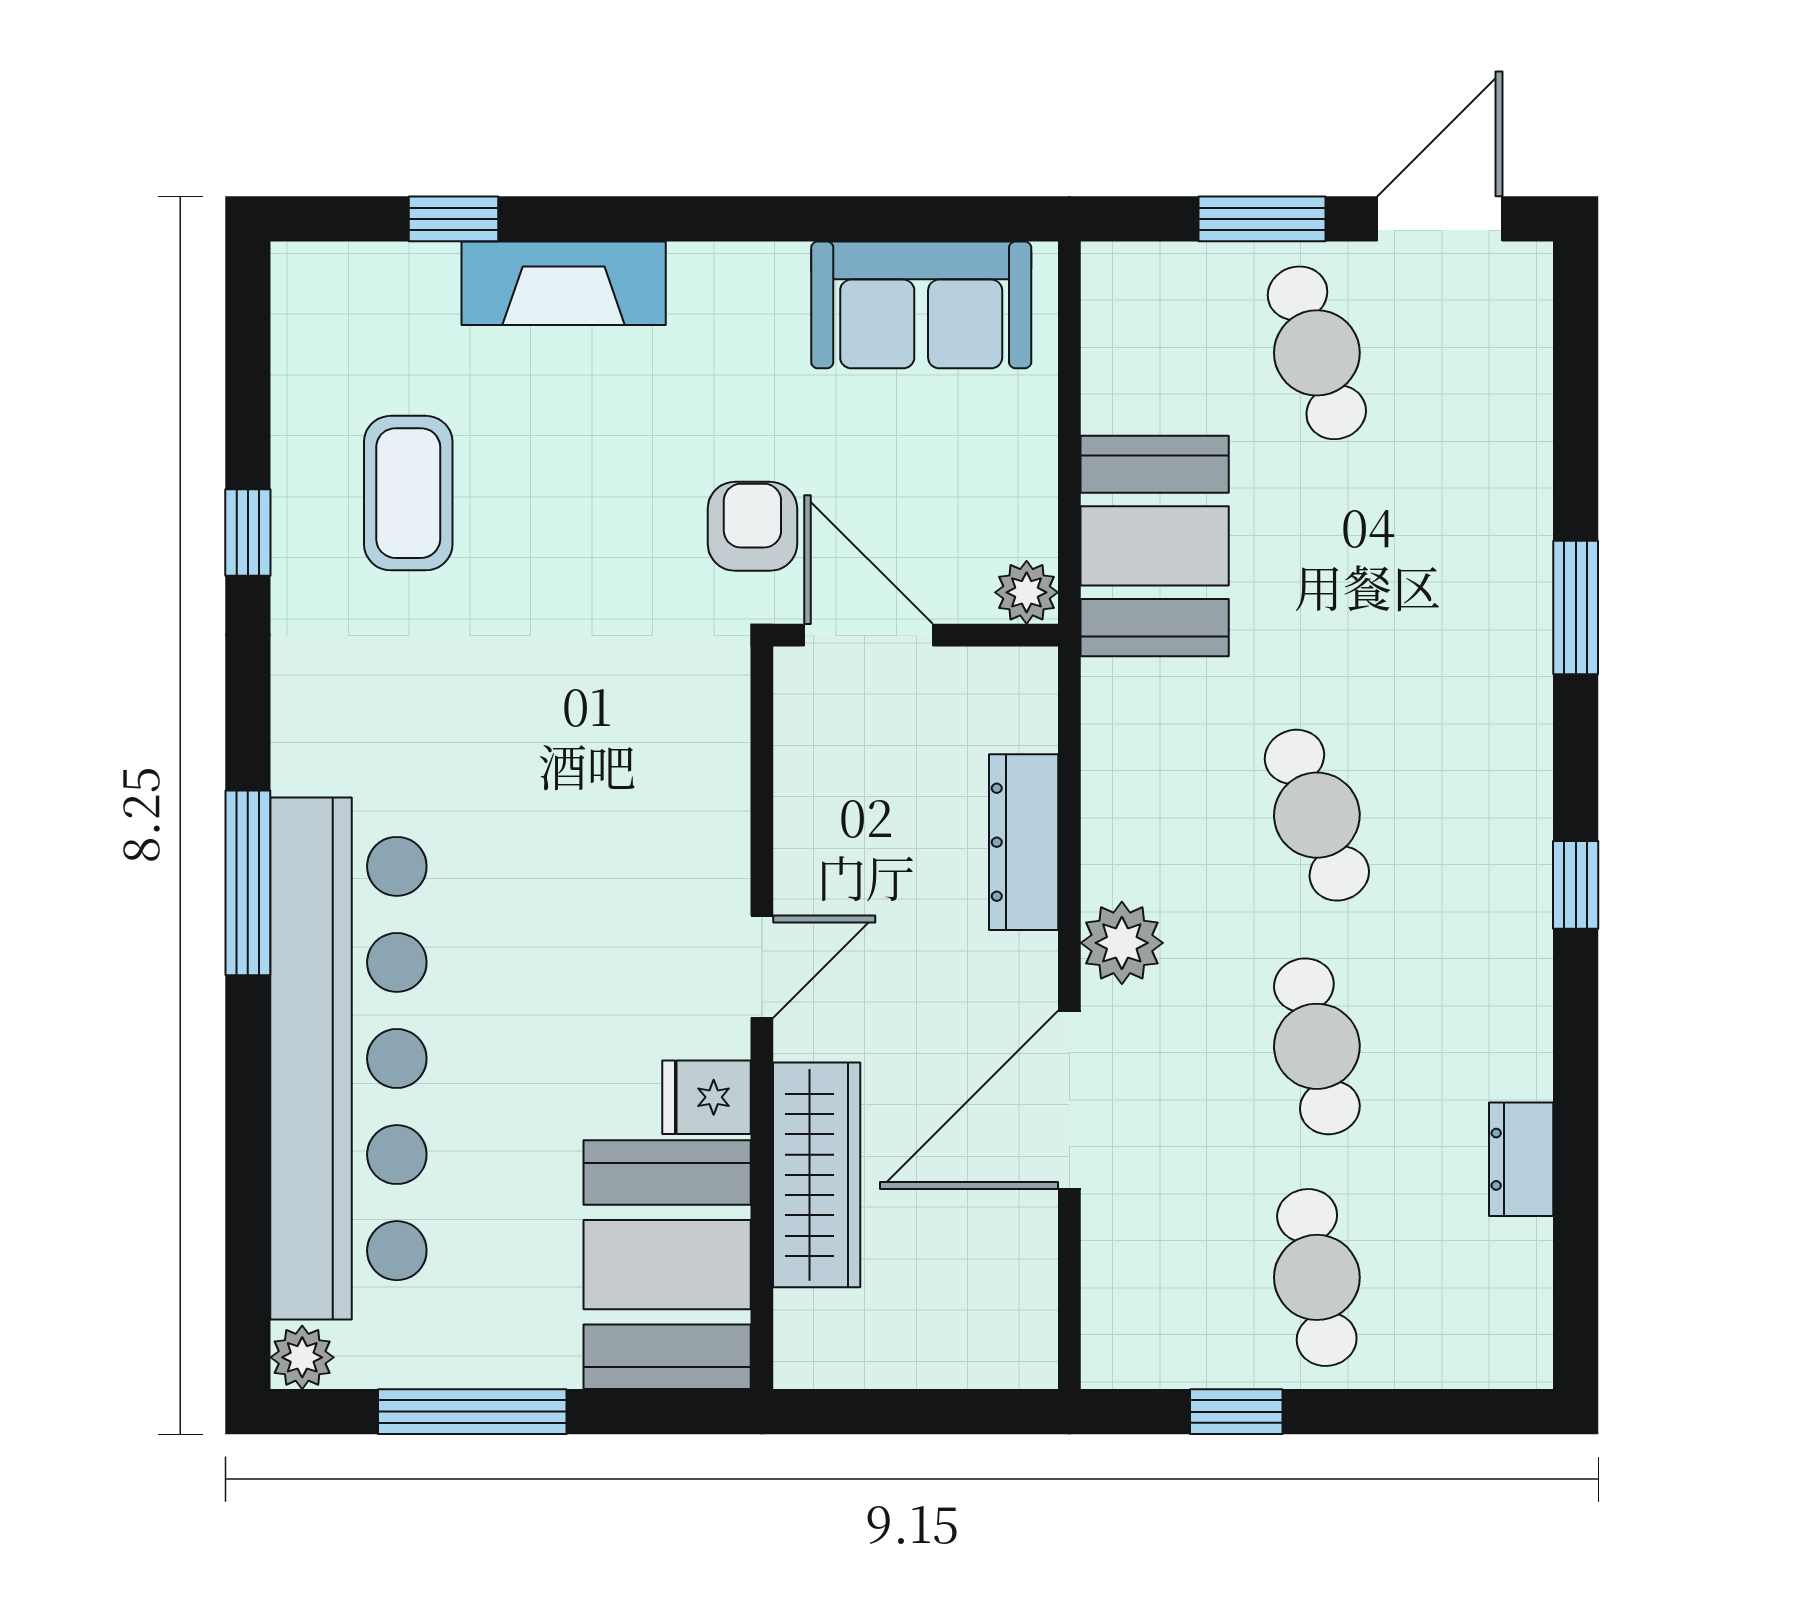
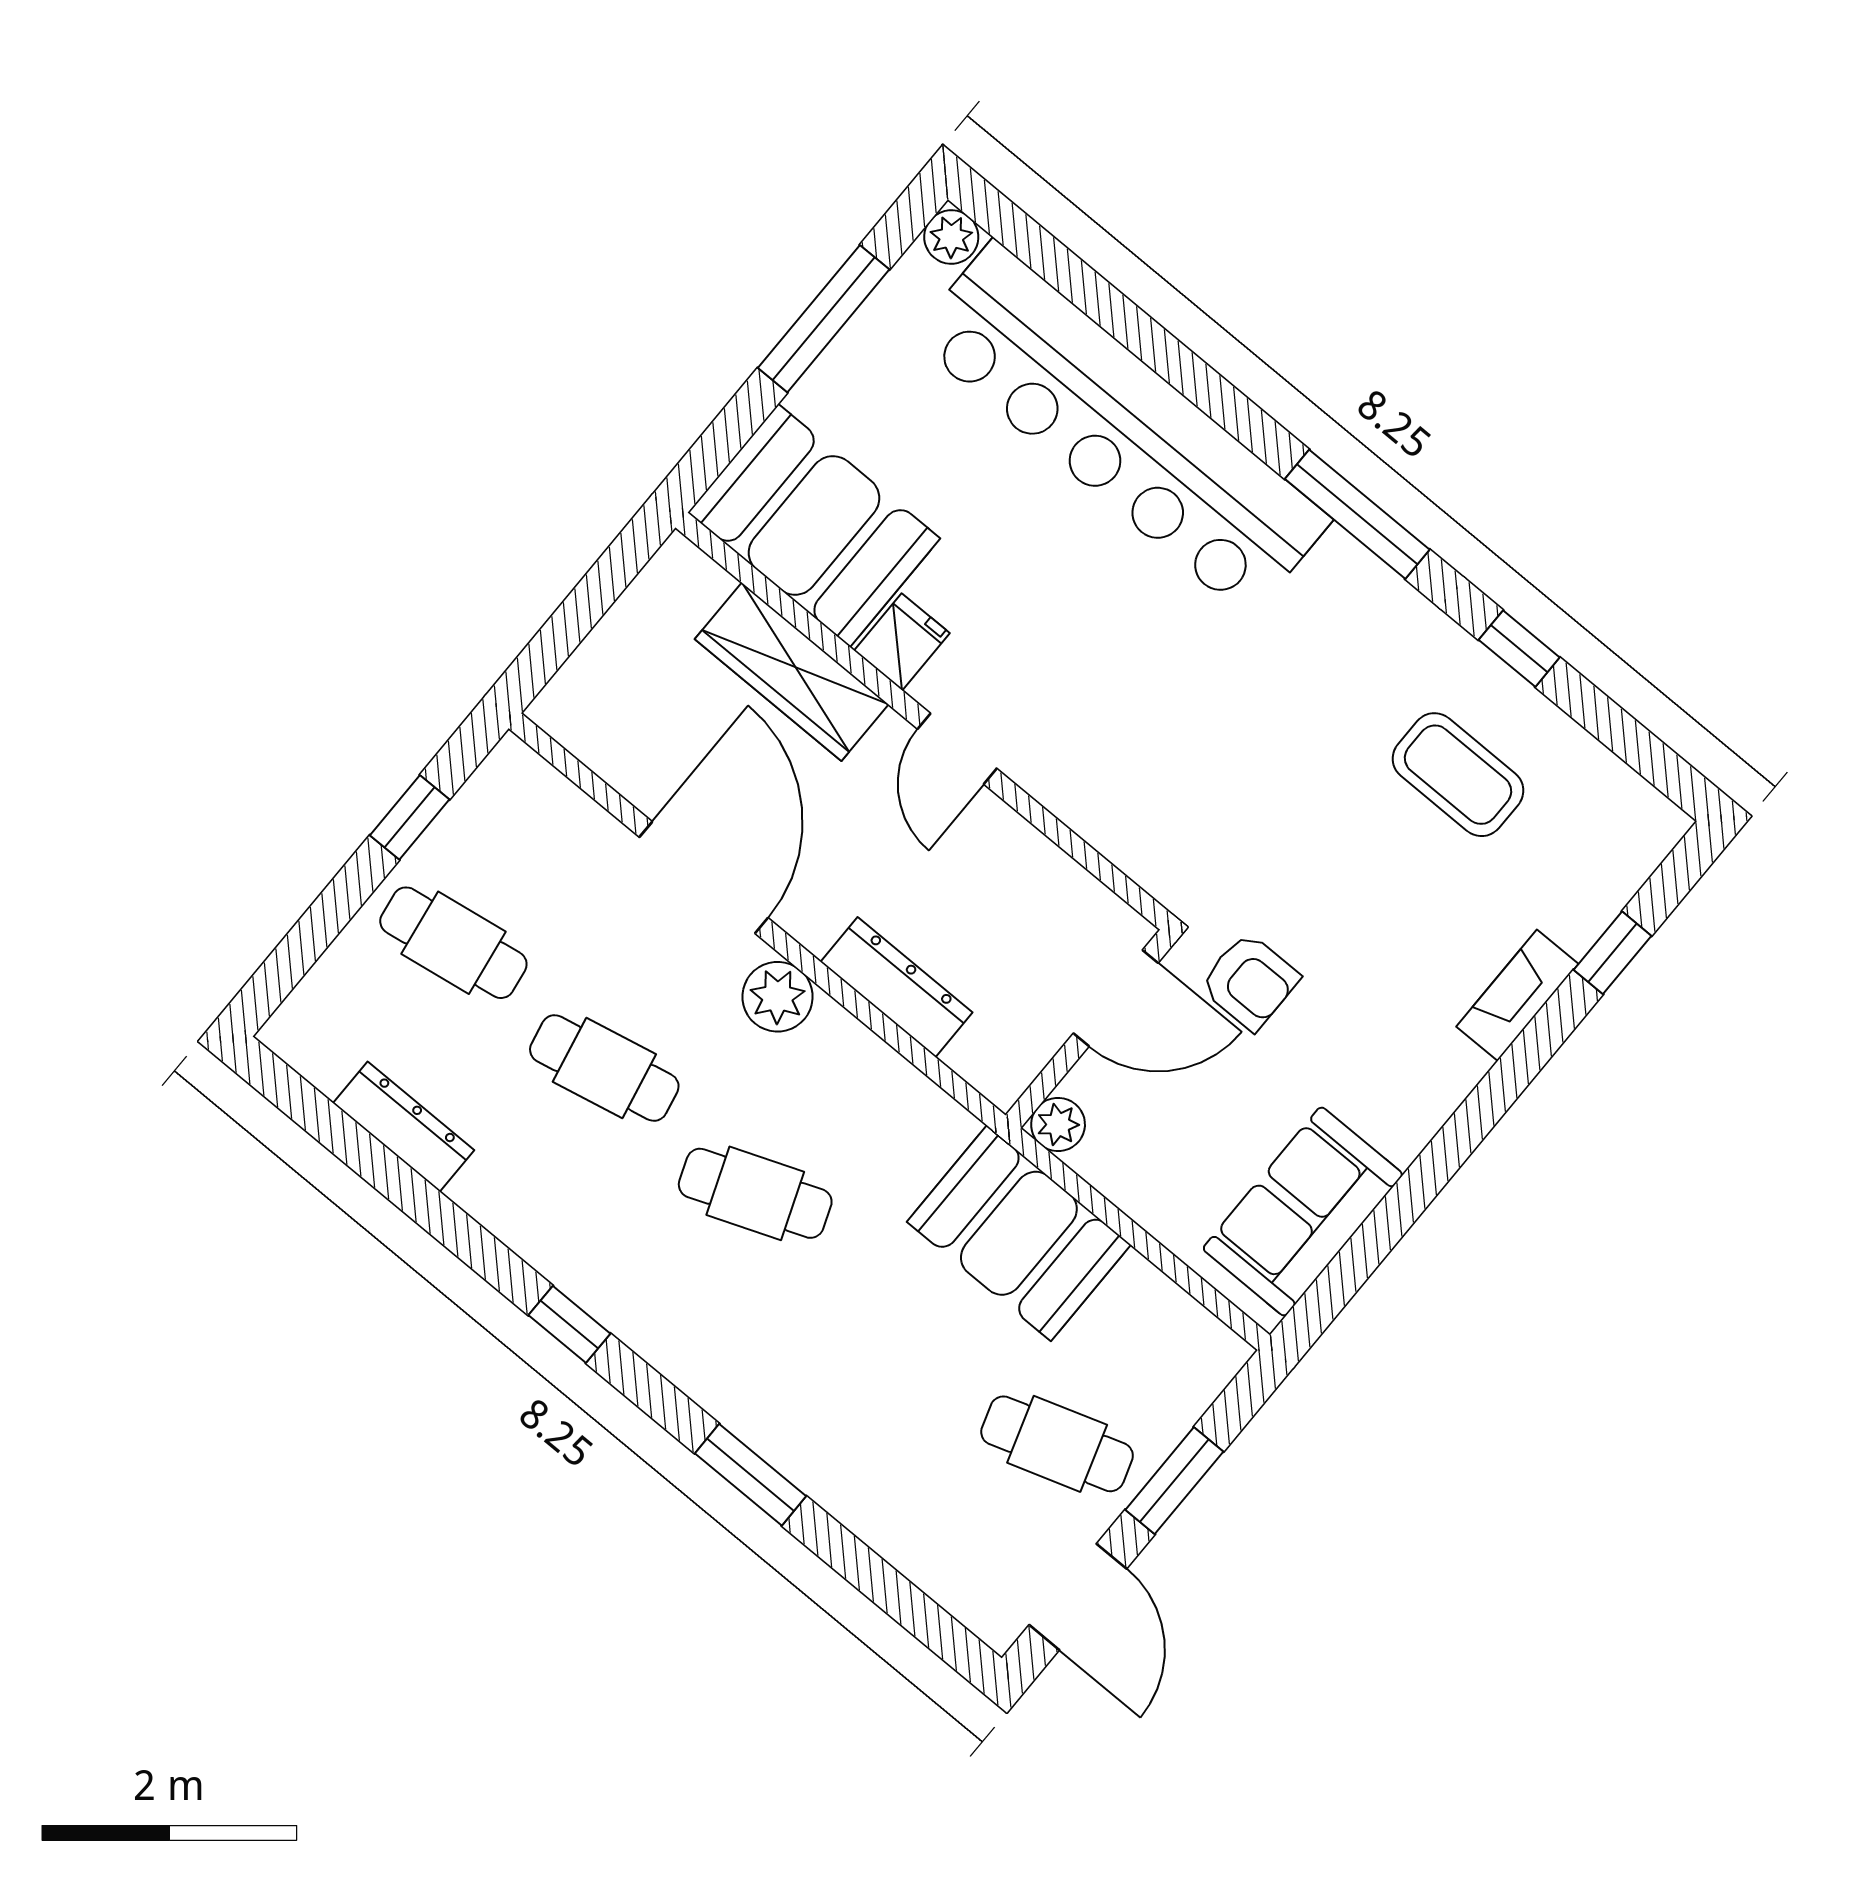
fireplace: (564, 283) -> (1517, 995), width x0.73, depth x0.76
window: (248, 883) -> (1357, 514), moved
dresser: (1521, 1159) -> (404, 1127), width x1.44

